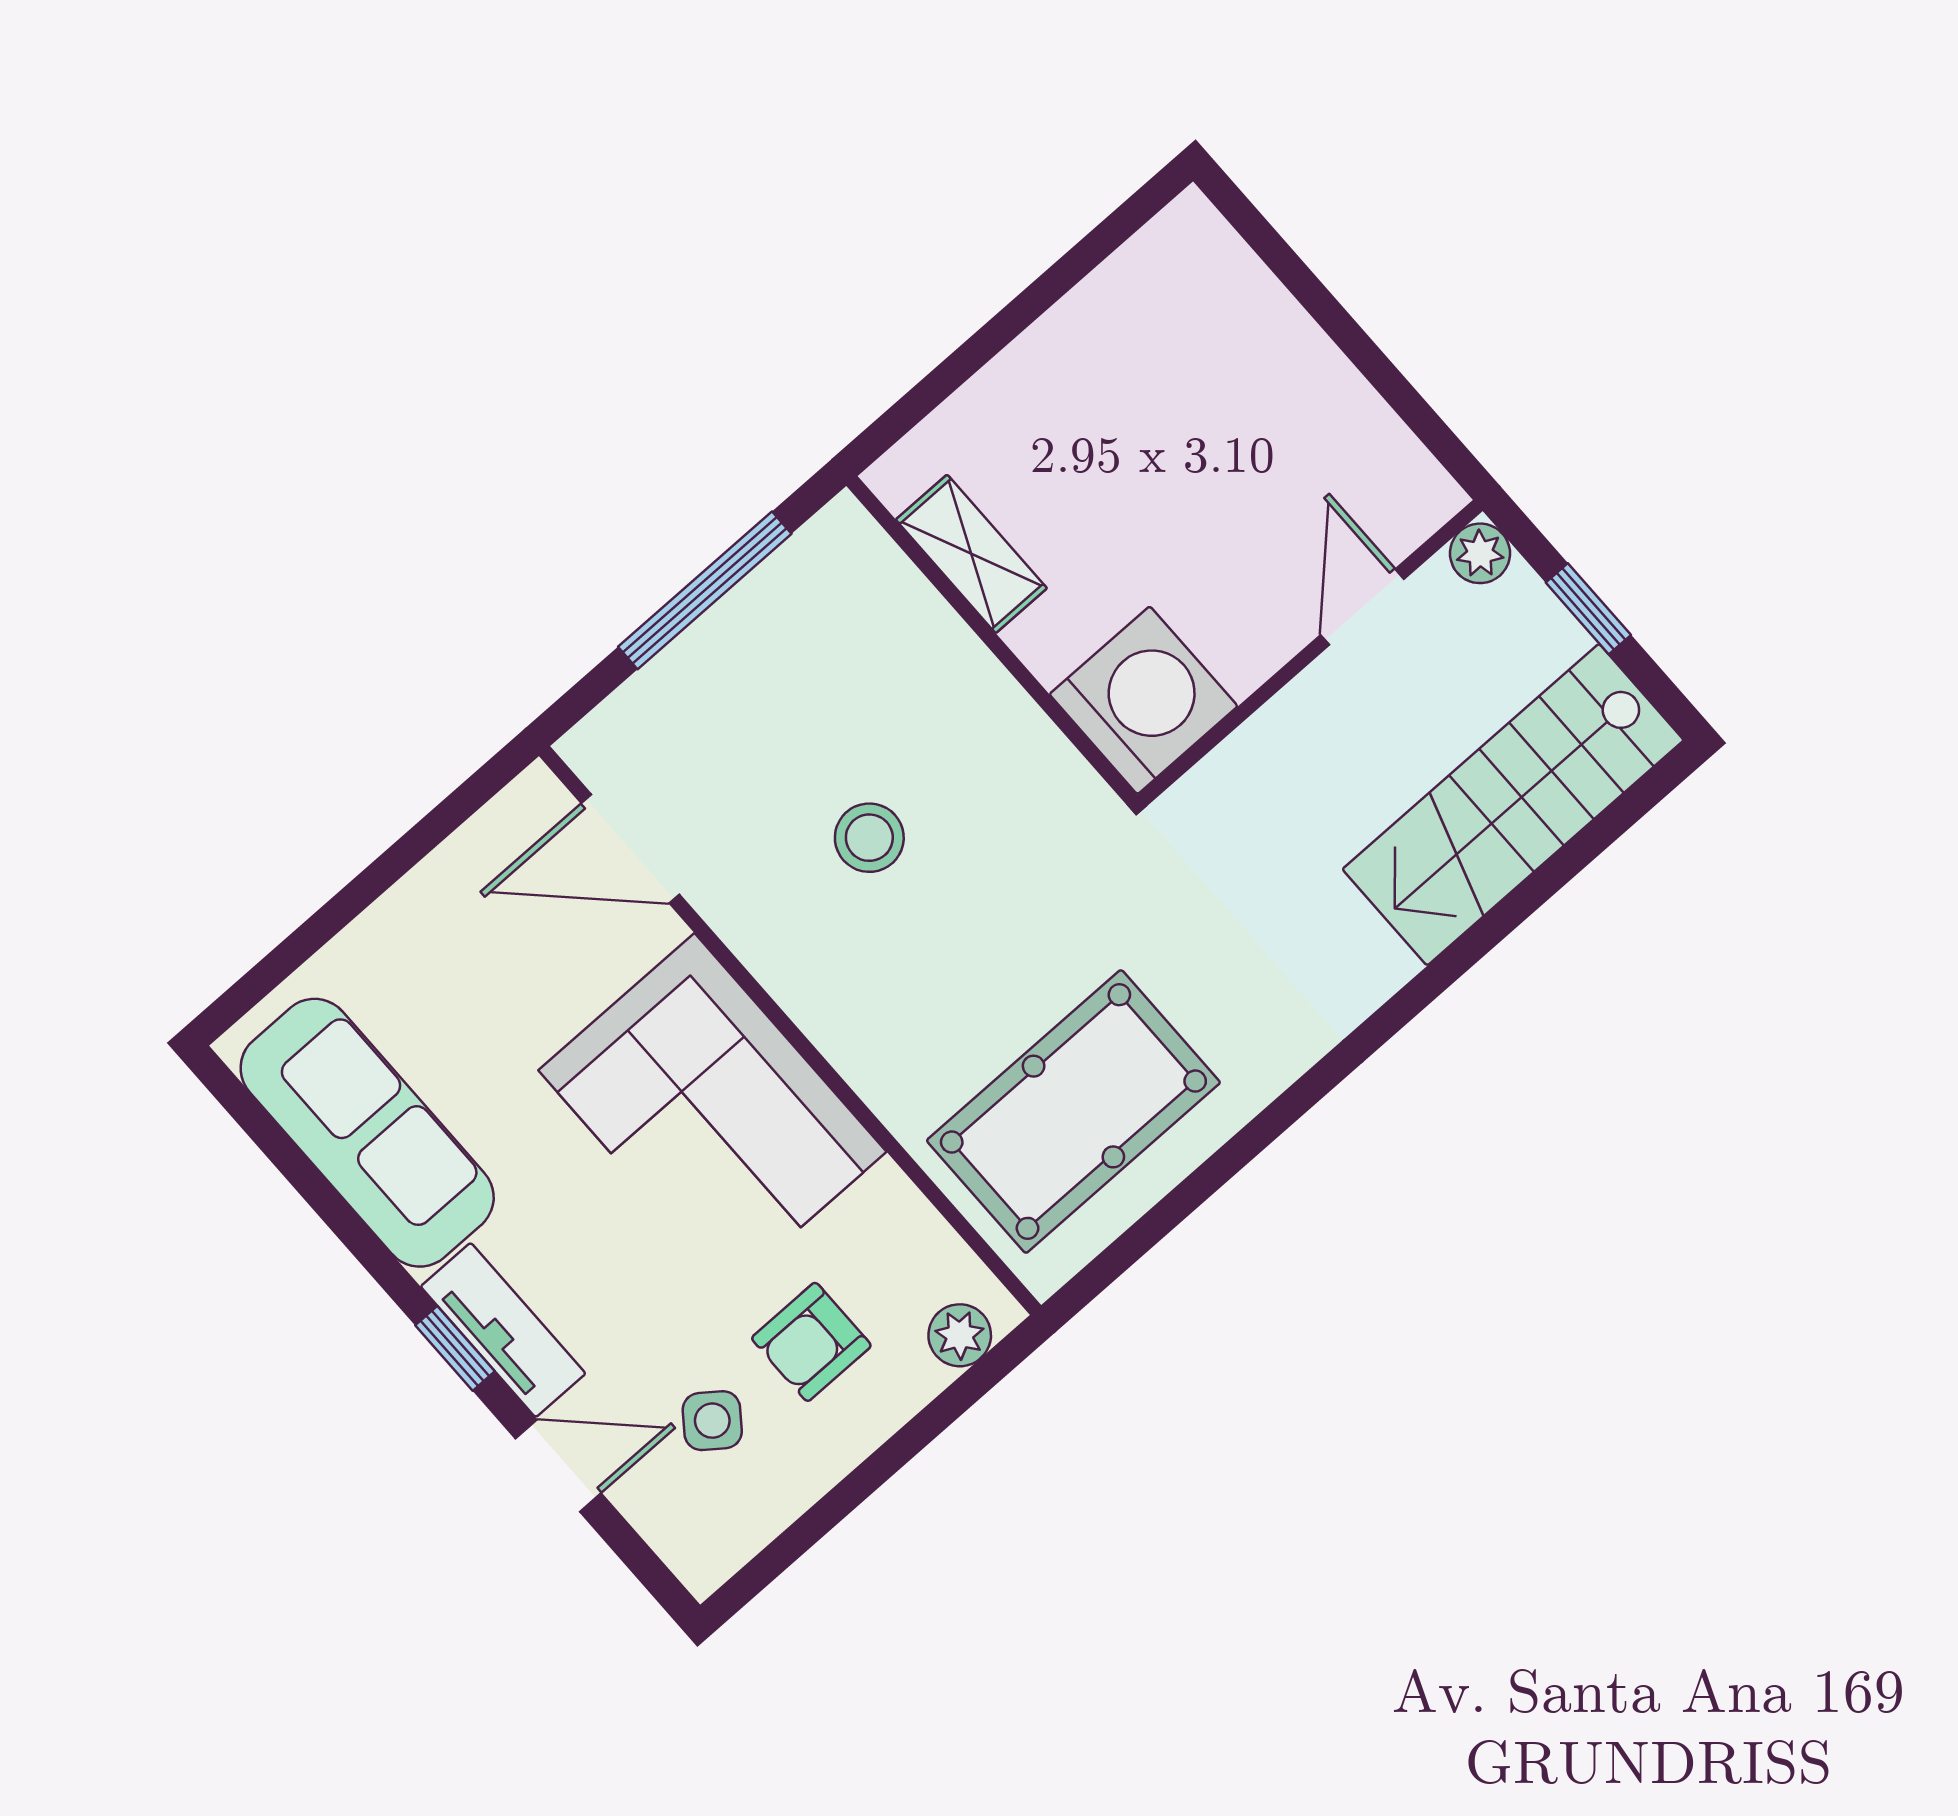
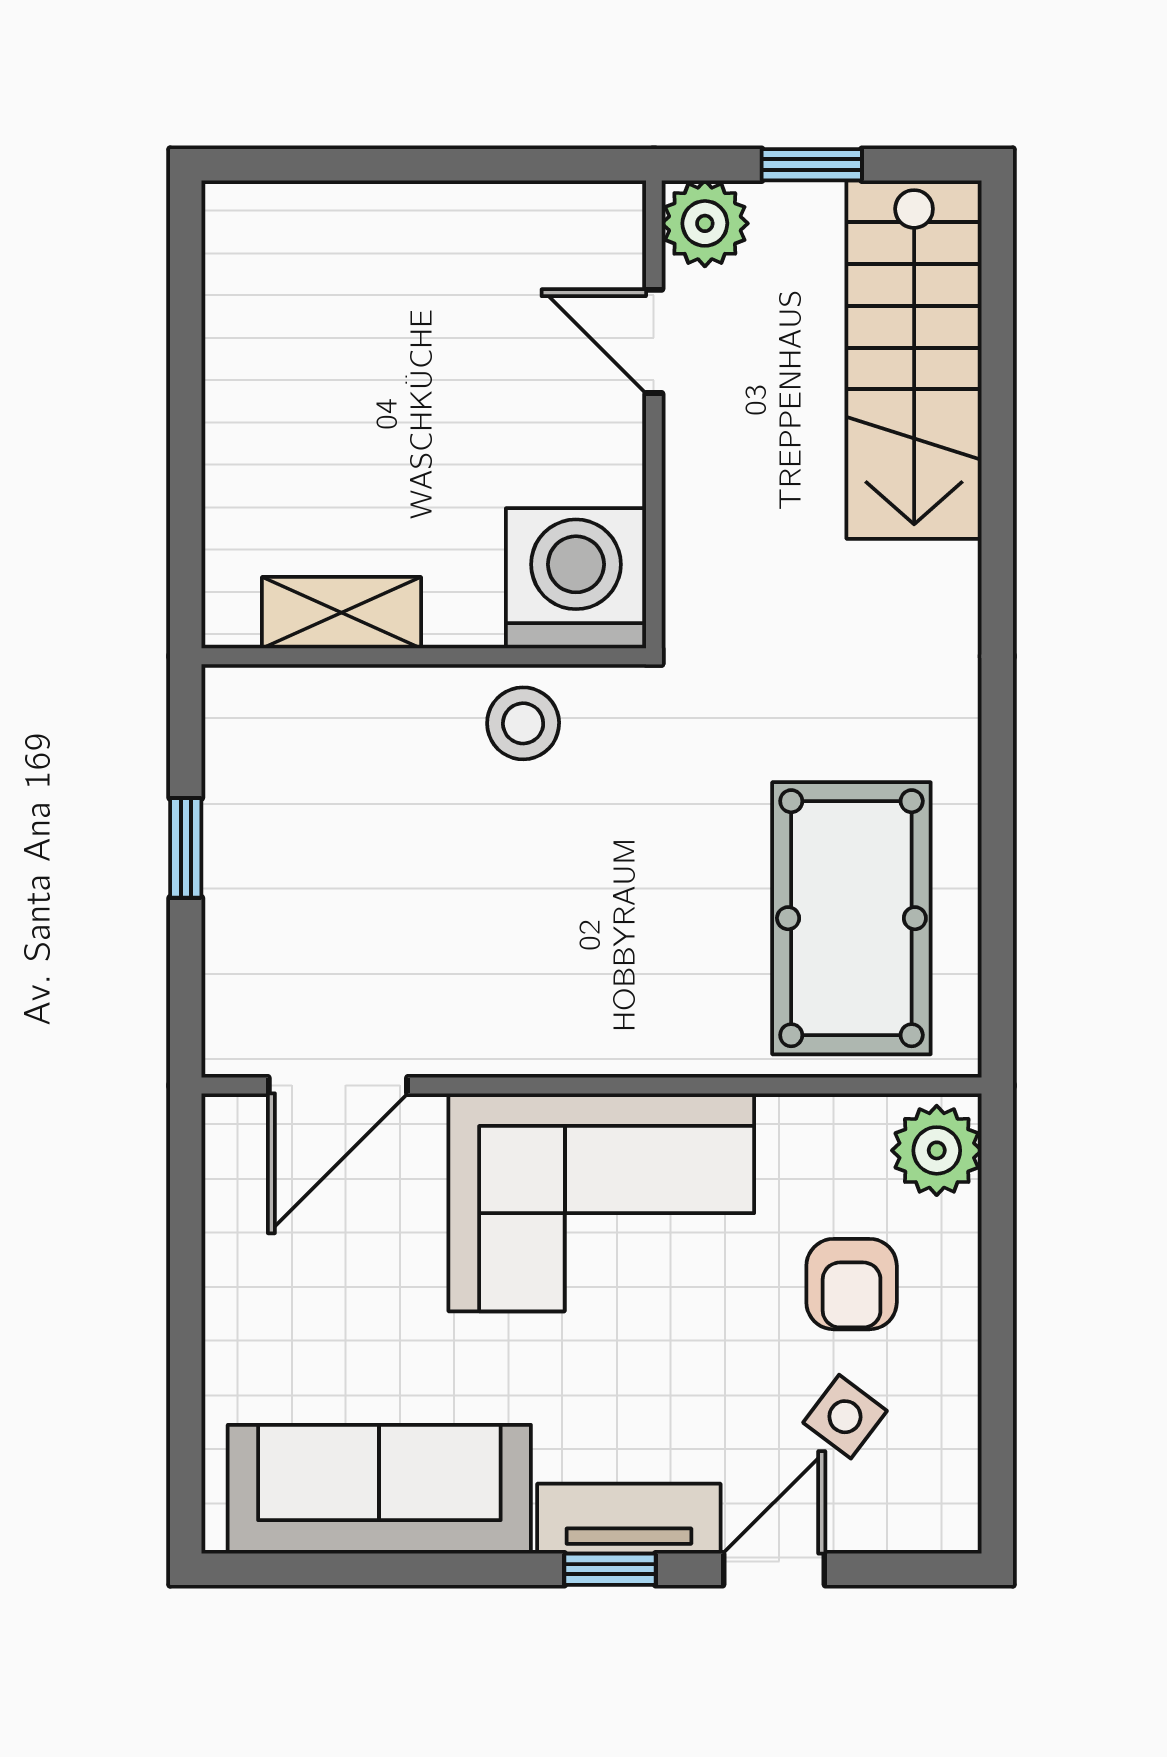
plant: (1480, 553) -> (705, 223), width x1.38, depth x1.38
window: (705, 590) -> (186, 848), width x0.46
stool: (869, 838) -> (523, 723), moved
plant: (960, 1335) -> (937, 1150), width x1.38, depth x1.38

